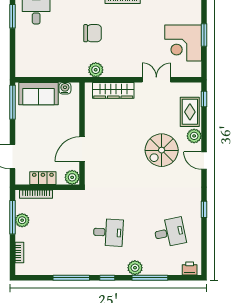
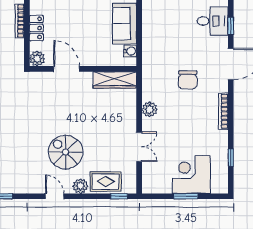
corner desk: (183, 43) -> (191, 175), moved
plant: (96, 70) -> (150, 109), moved
wardrobe: (113, 90) -> (115, 80), moved, turned -90
door: (204, 161) -> (55, 196), hinge flipped

